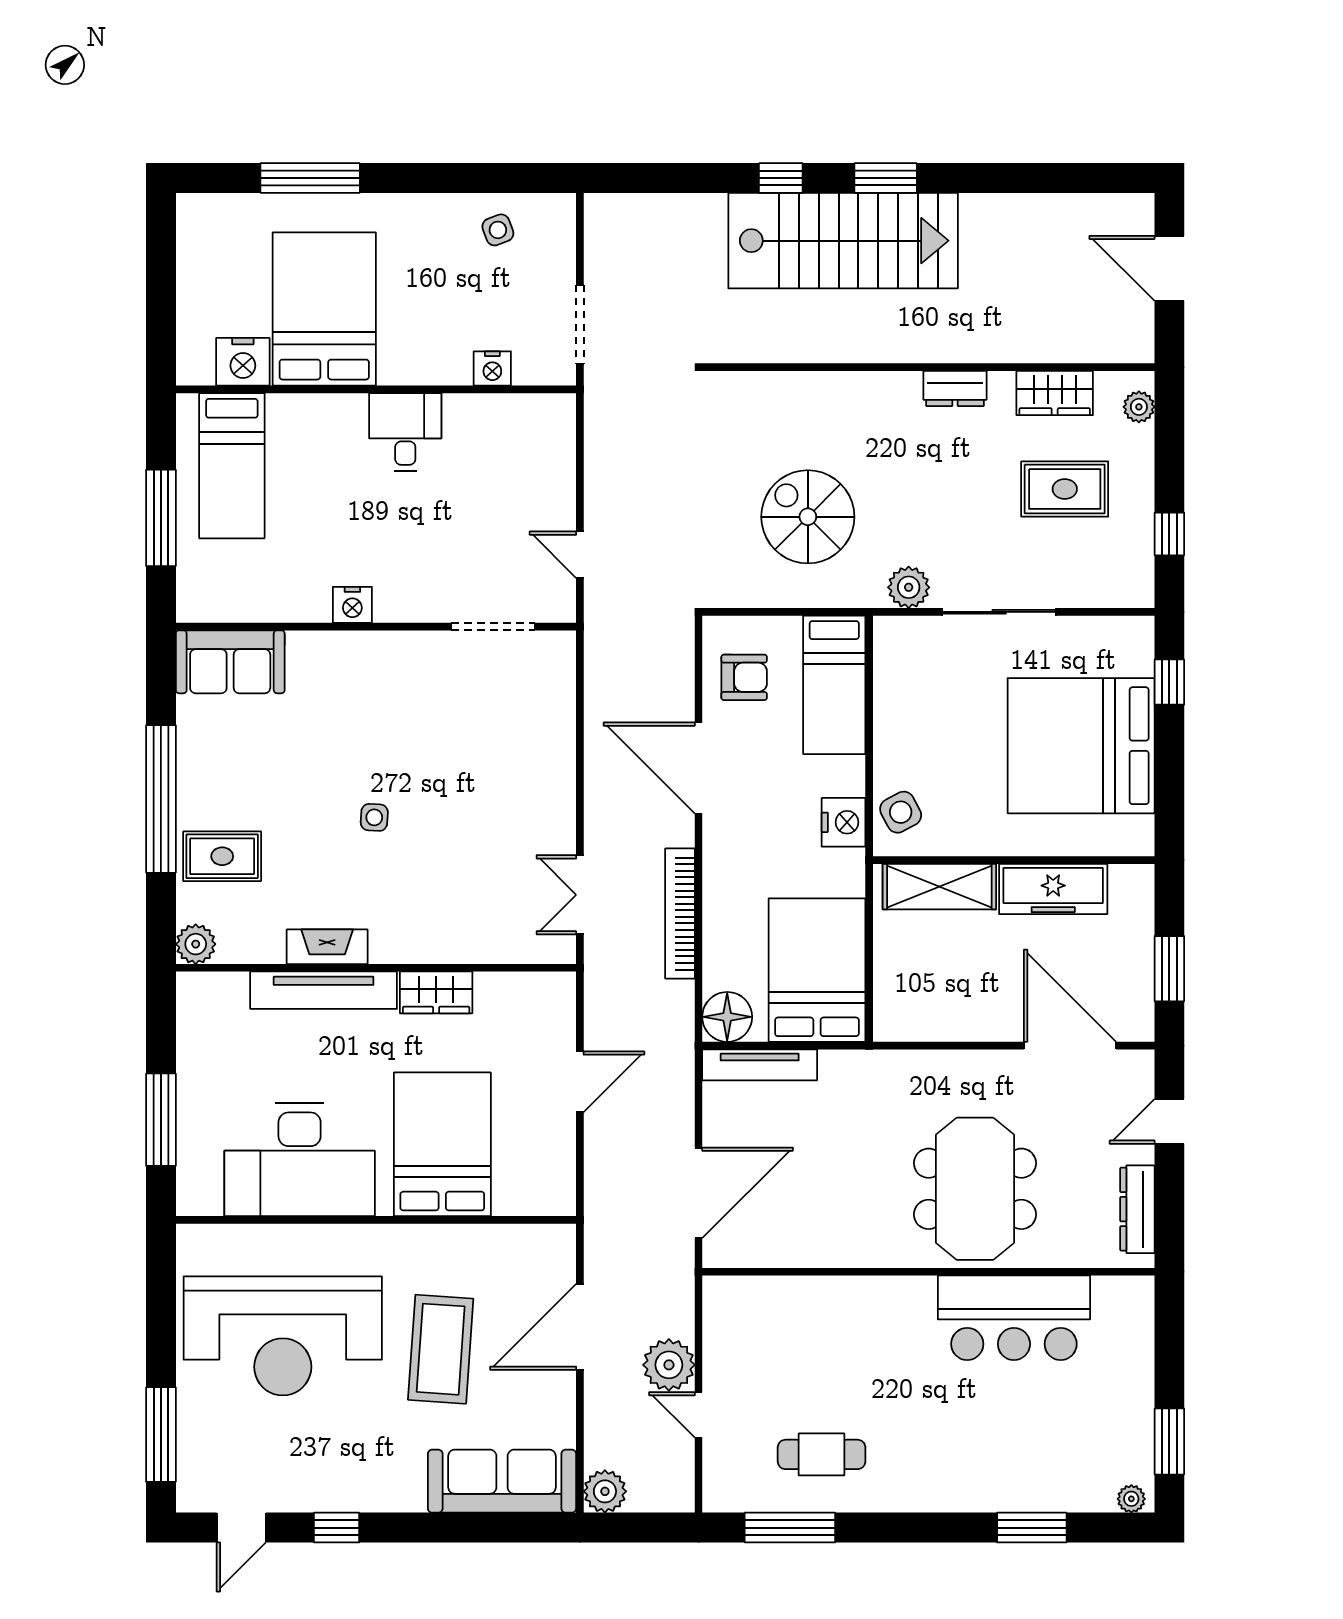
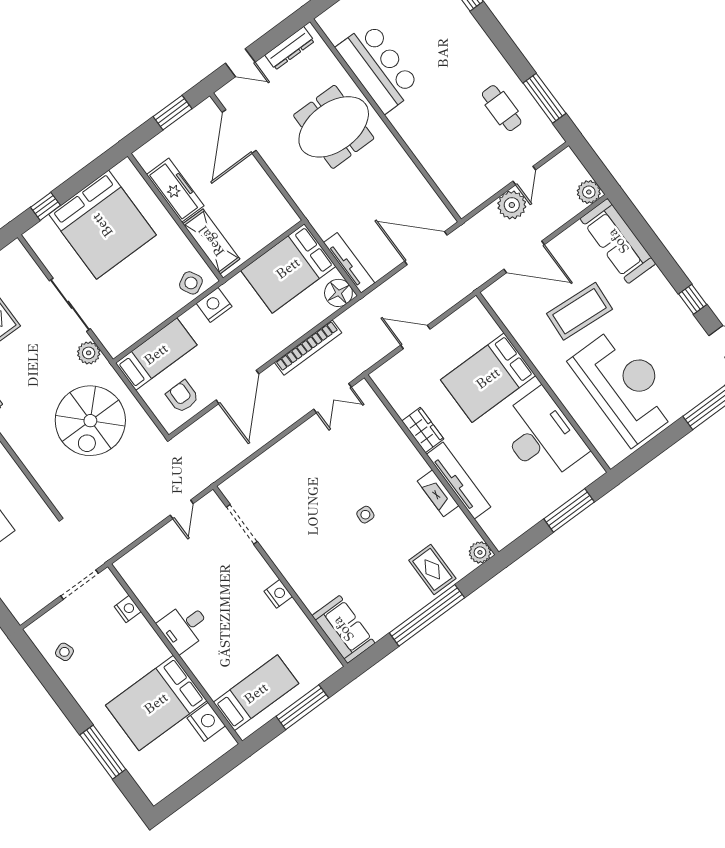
spiral stairs: (808, 517) -> (90, 421), width x1.37, depth x1.37

